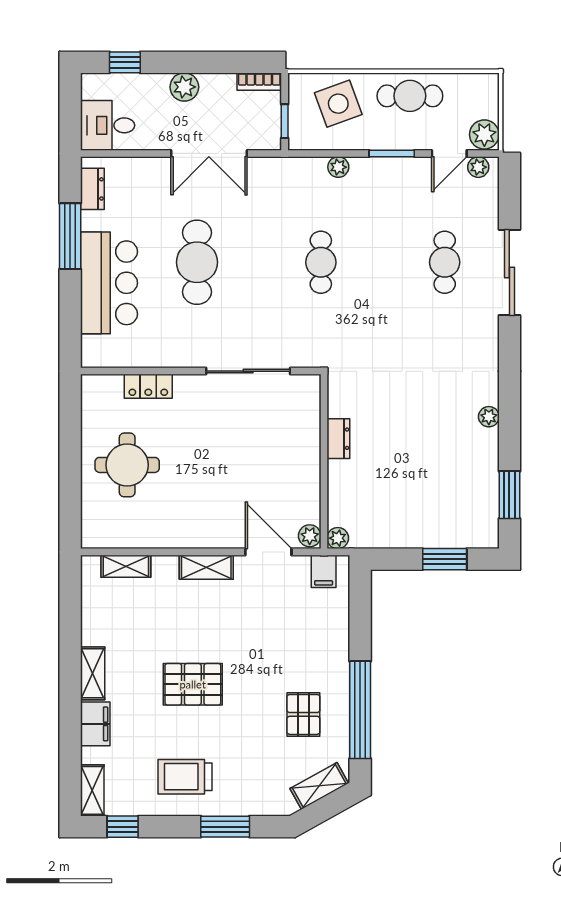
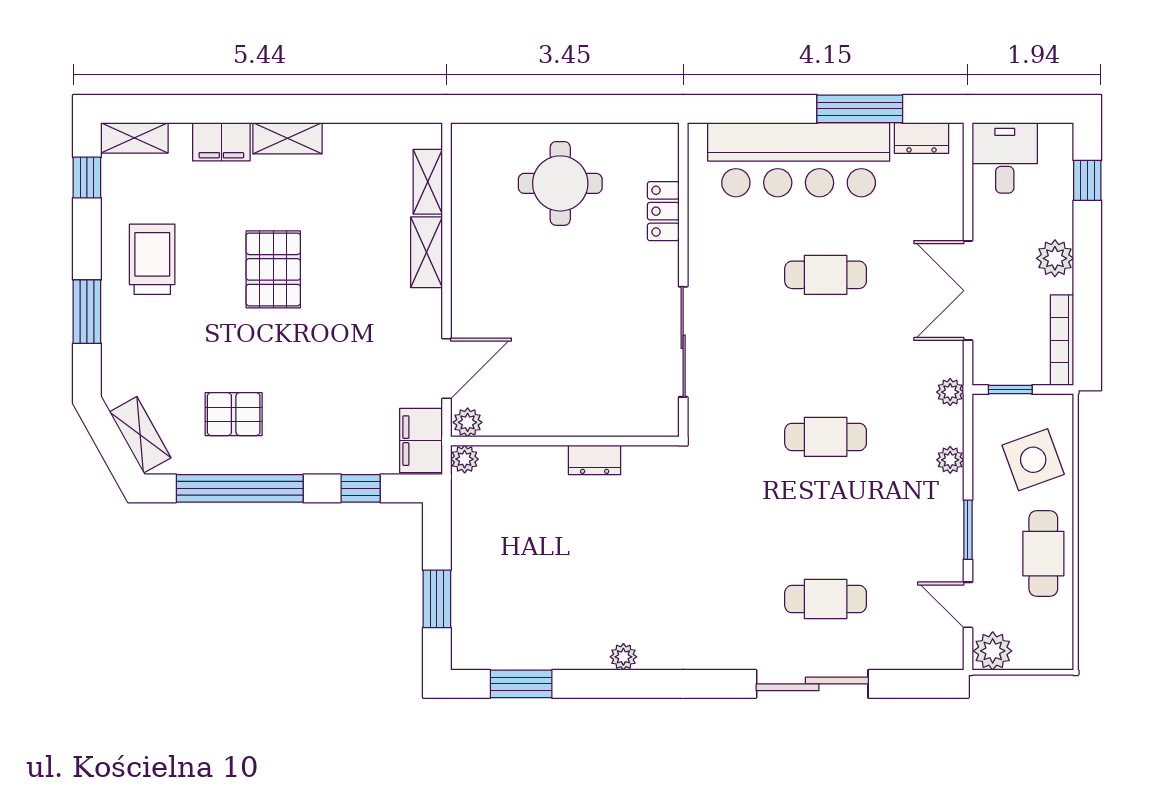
bookcase: (259, 82) -> (1062, 340), width x1.56
plant: (478, 167) -> (950, 392), moved
cafe table: (197, 262) -> (826, 275), width x0.73, depth x0.74
bar counter: (109, 283) -> (799, 160), width x1.36
shelving: (206, 567) -> (426, 252), moved
filing cabinet: (324, 571) -> (421, 441), width x2.00
window: (360, 618) -> (361, 488), added

